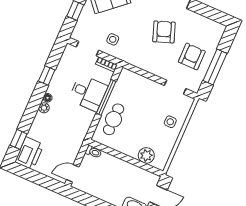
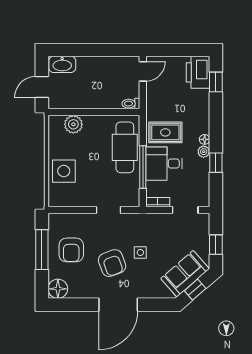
floor lamp: (216, 30) -> (58, 289), added
side table: (113, 39) -> (140, 252), moved
doorway: (175, 87) -> (109, 210), moved
plant: (44, 108) -> (204, 152), moved
rug: (76, 117) -> (165, 132), added
cafe table: (114, 119) -> (125, 147), width x1.37, depth x1.35
side table: (170, 122) -> (64, 171), width x1.87, depth x1.87

